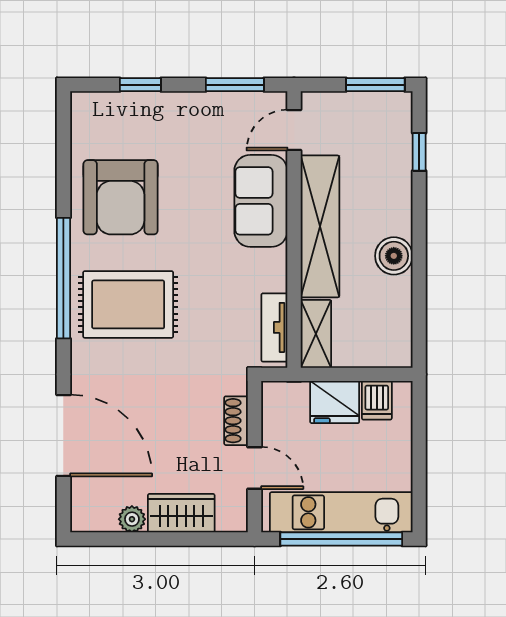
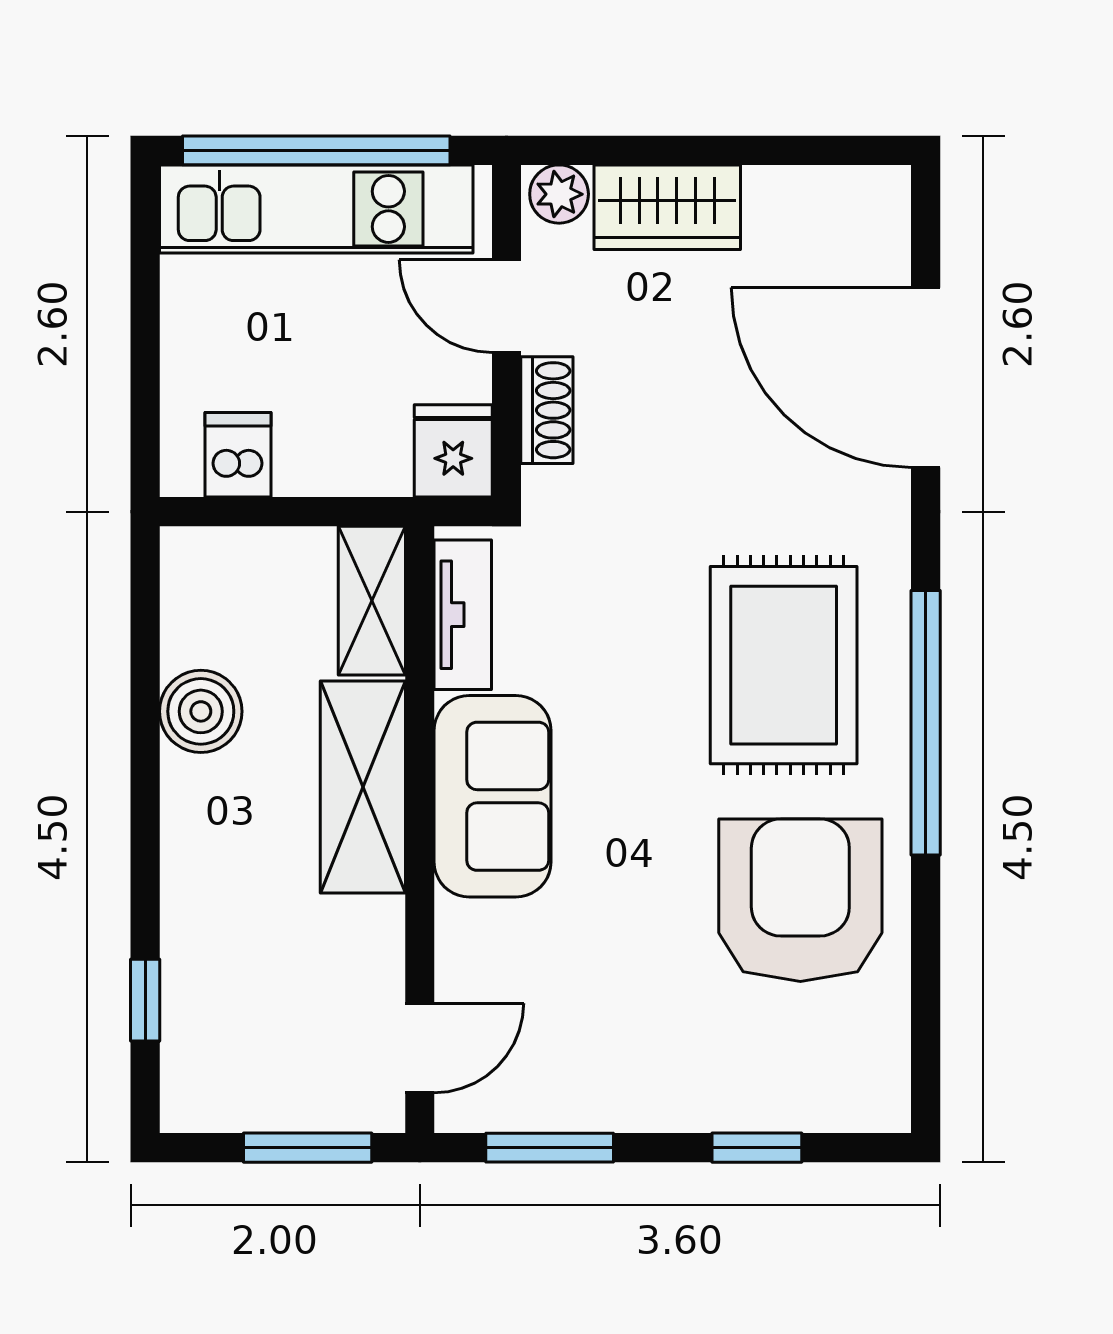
window: (375, 85) -> (308, 1148), moved
sofa: (261, 201) -> (493, 796), moved
shelving: (320, 226) -> (363, 787), width x0.68
boiler: (394, 256) -> (201, 711), moved
rug: (128, 304) -> (784, 665), turned 90
fridge: (335, 402) -> (453, 451), moved, width x0.72
plant: (132, 519) -> (559, 194), moved

